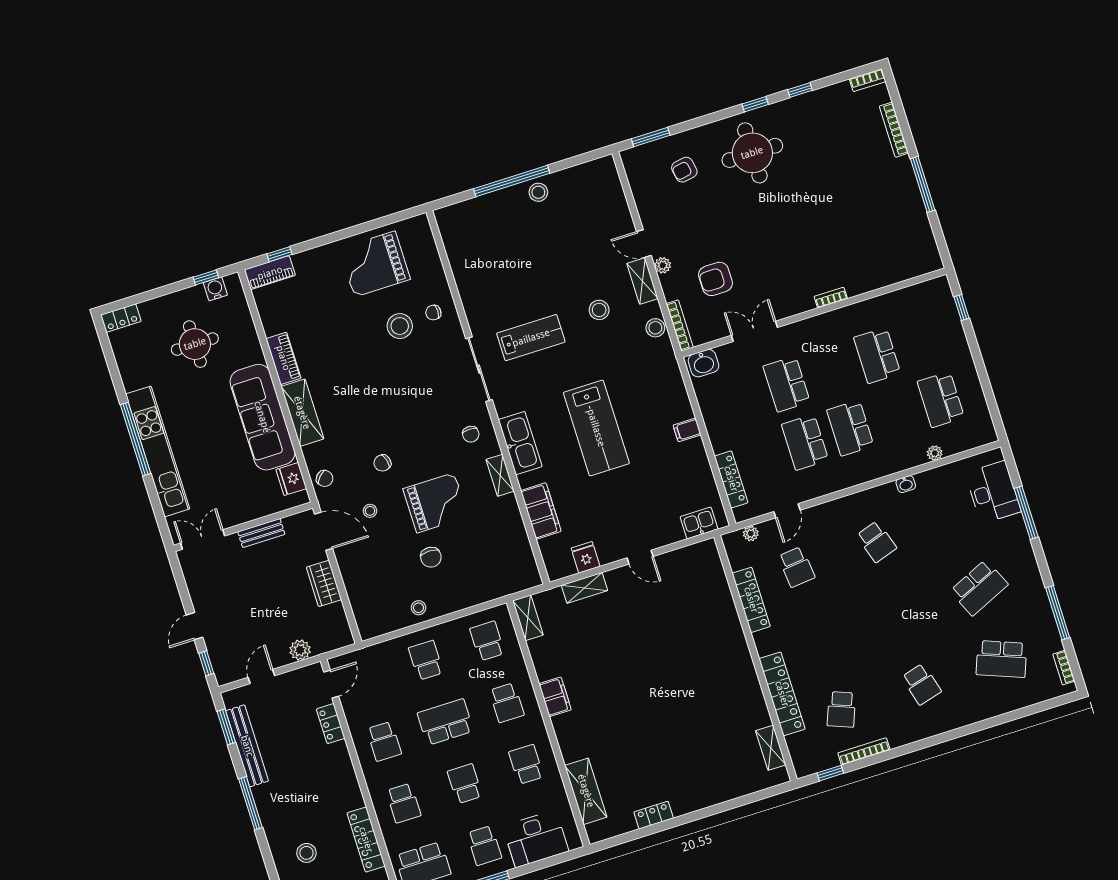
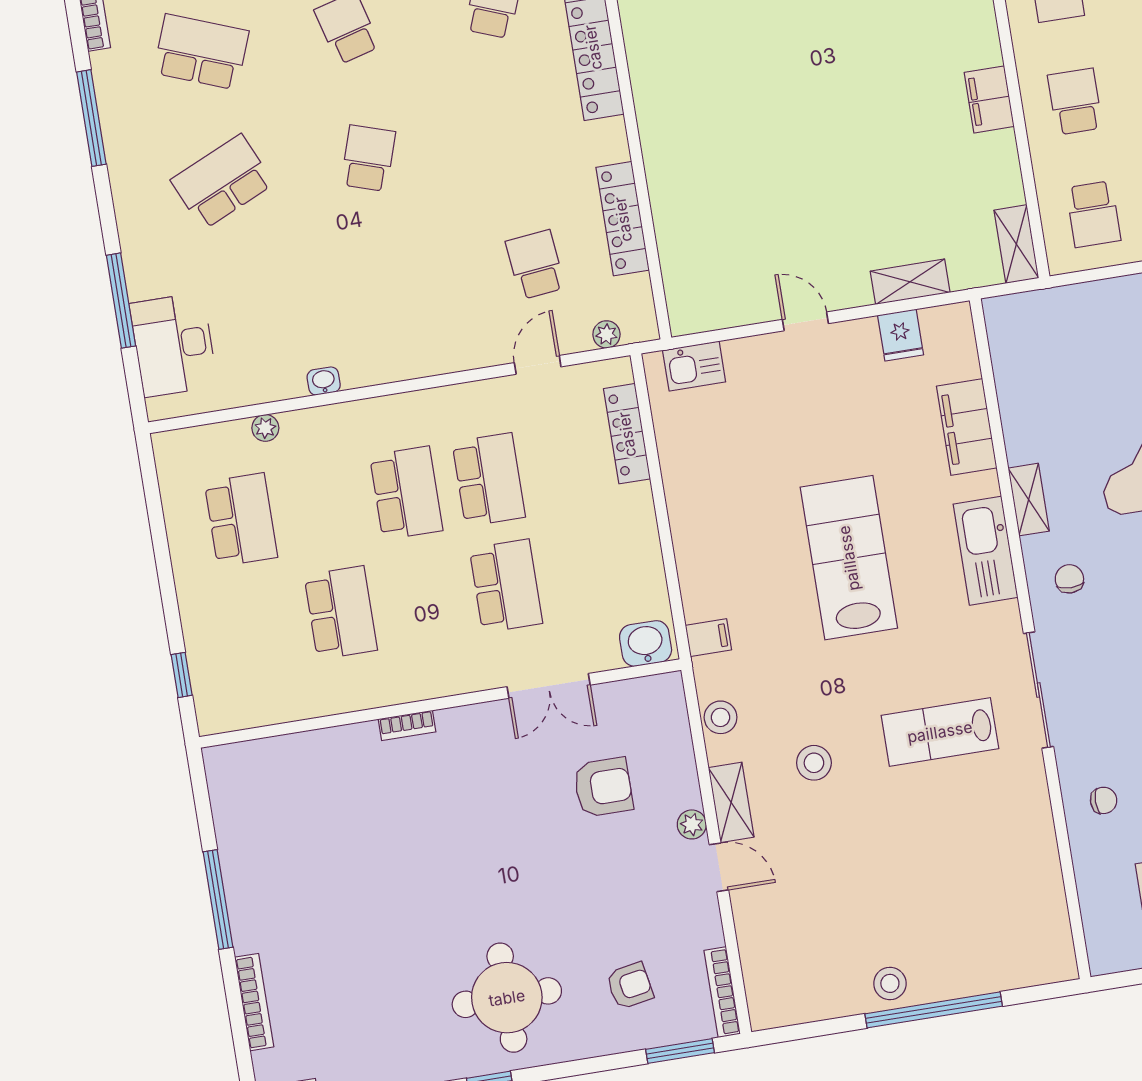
bookcase: (680, 325) -> (722, 992), moved
filing cabinet: (687, 430) -> (708, 638), moved
school desk: (876, 542) -> (368, 158), moved, turned 36

